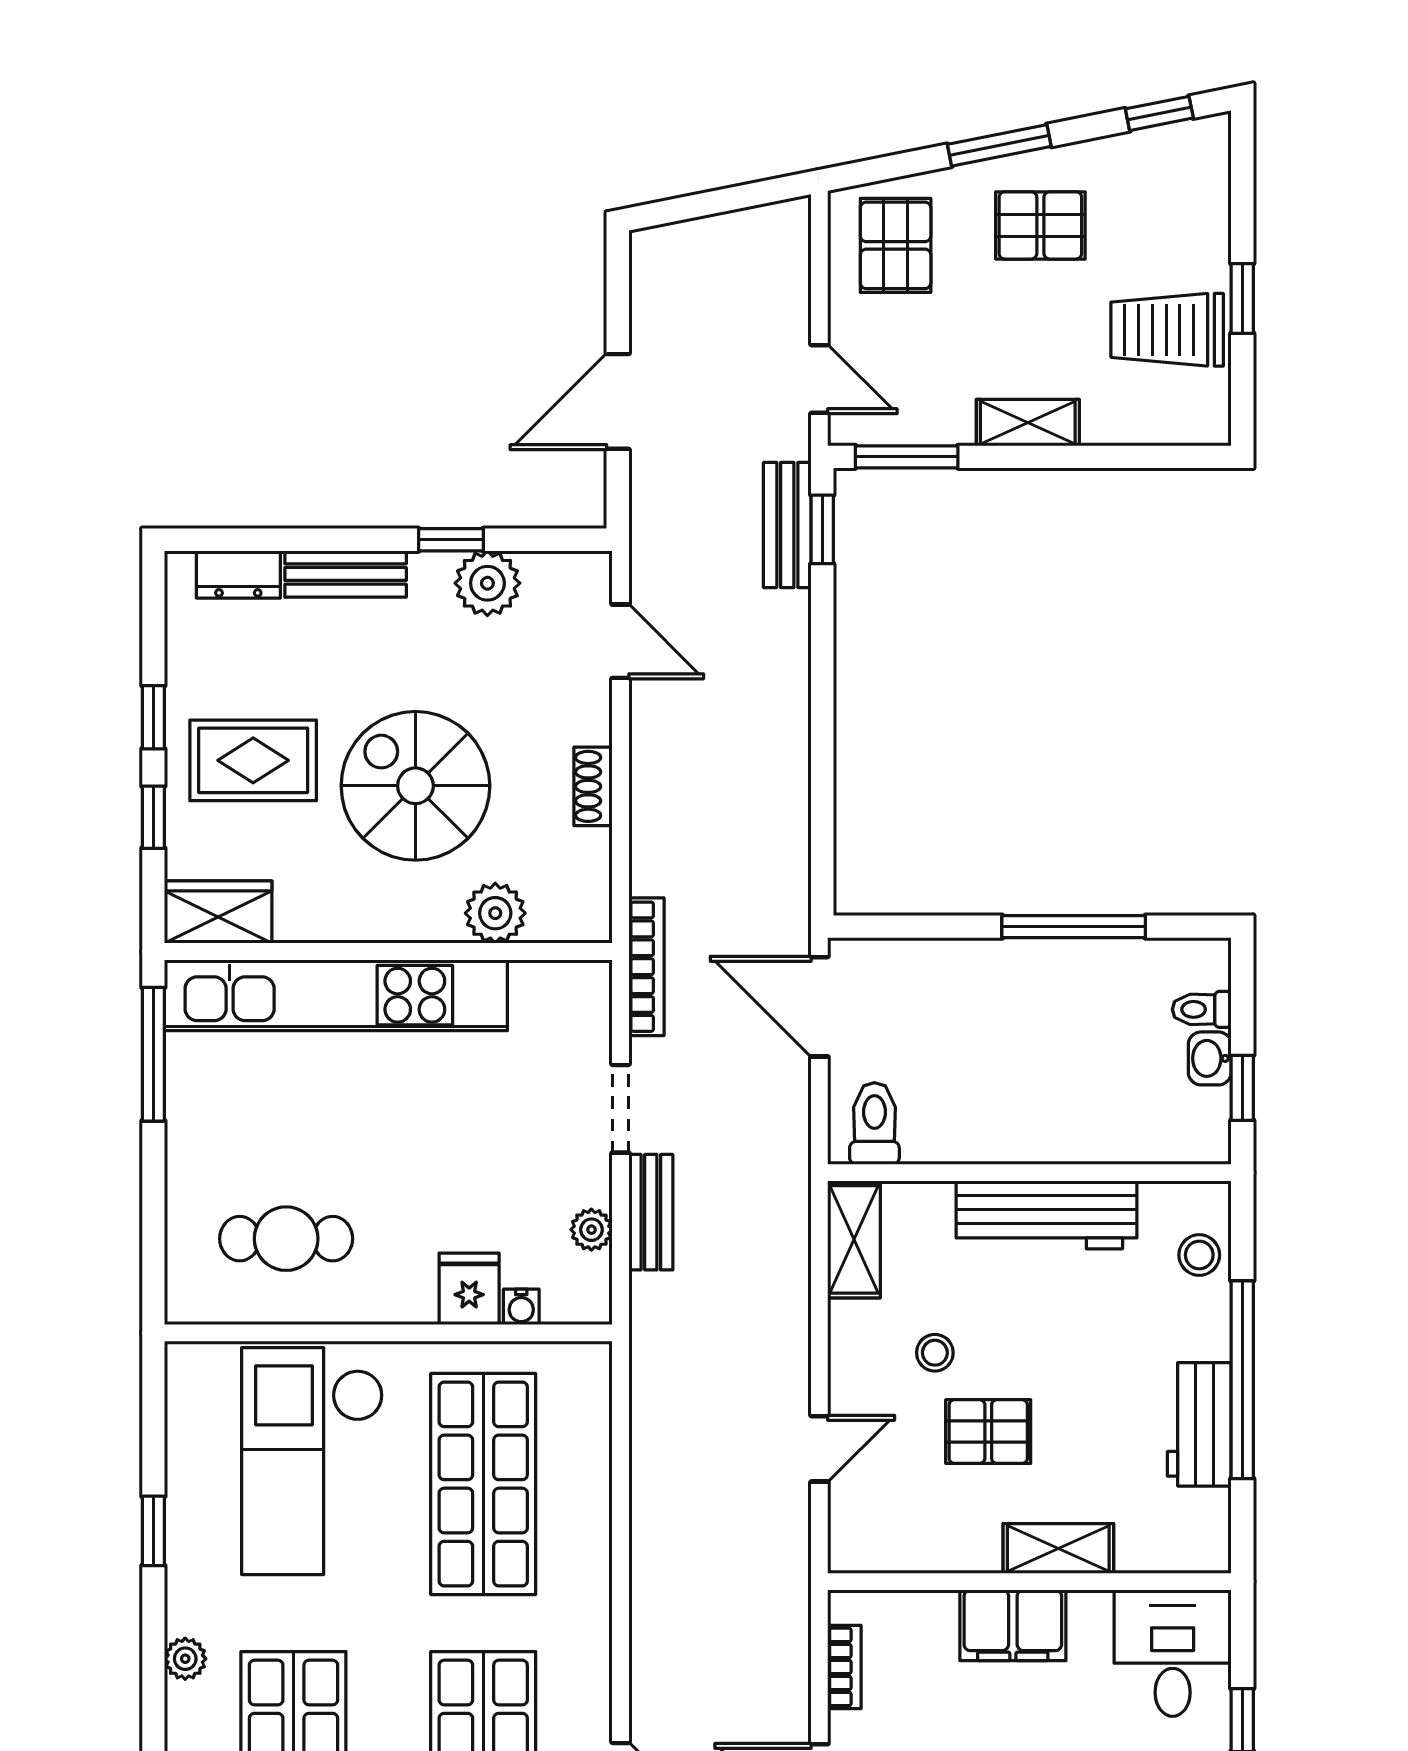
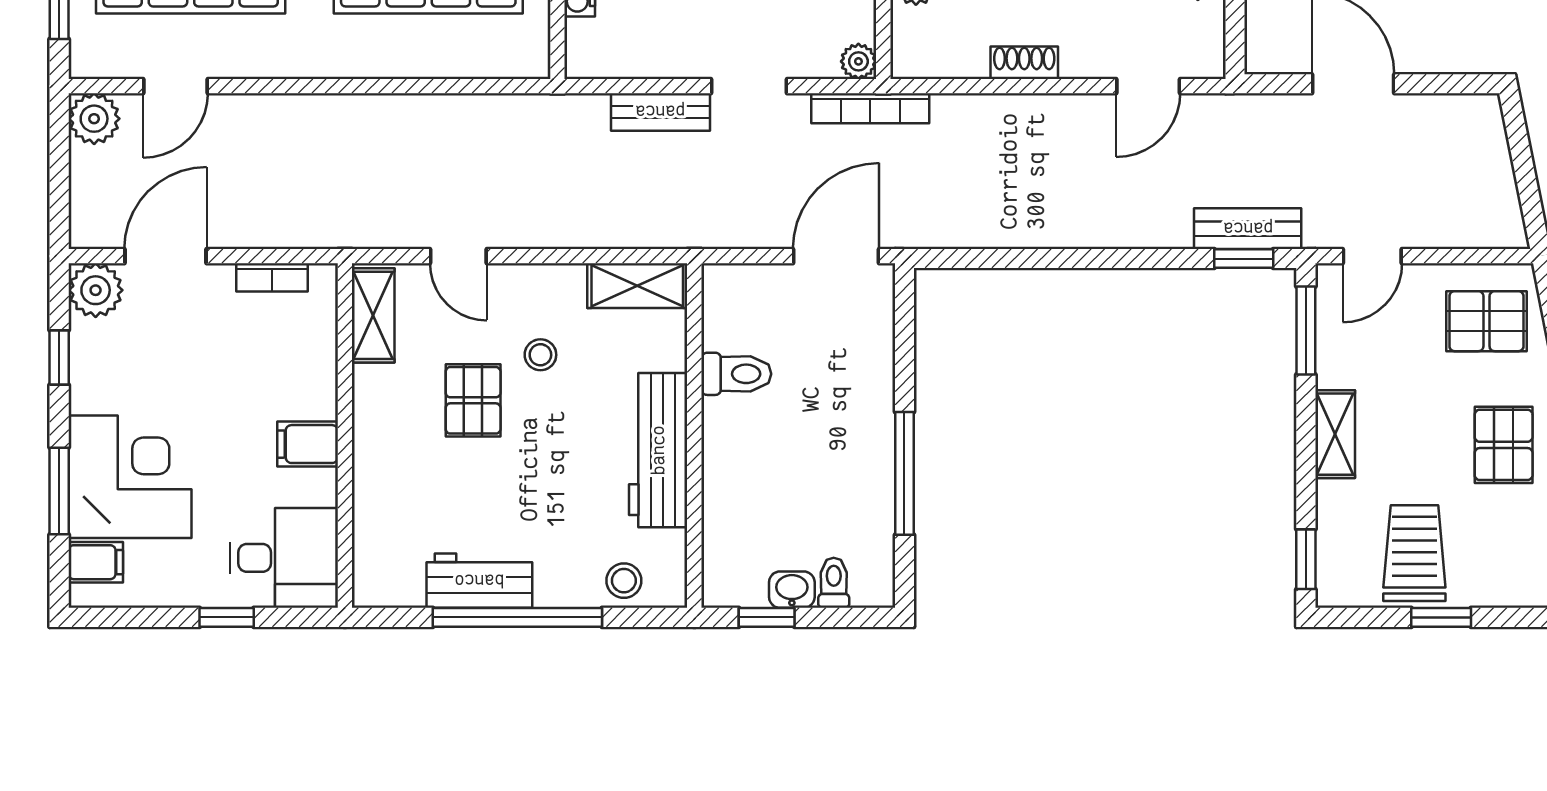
window: (1174, 457) -> (1306, 559), added
toilet: (874, 1123) -> (736, 374), moved
plant: (591, 1230) -> (858, 61), moved
shelving: (1058, 1548) -> (373, 315), moved
filing cabinet: (1013, 1625) -> (308, 444), width x0.50

